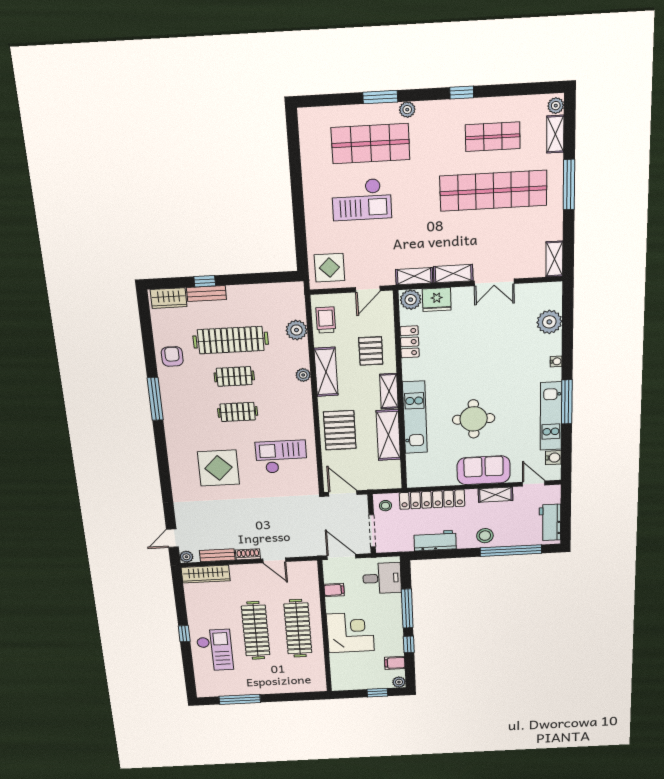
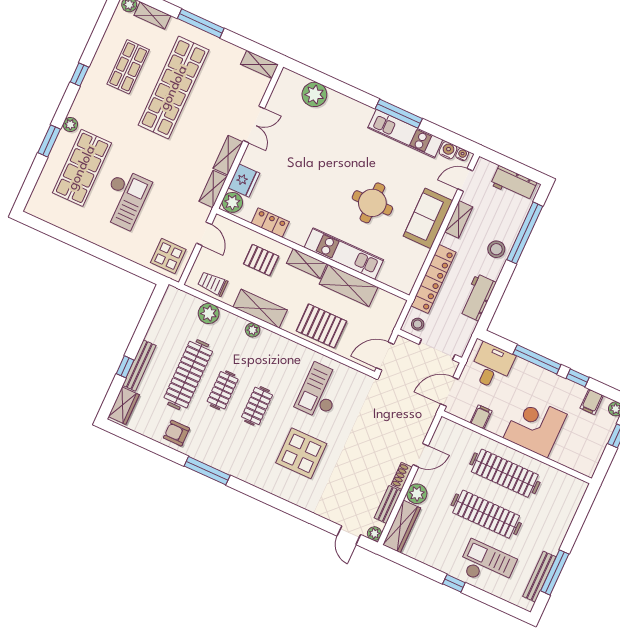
bench: (206, 294) -> (139, 365), width x1.36
water cooler: (556, 361) -> (462, 154), moved
plant: (240, 573) -> (417, 494), added
bench: (229, 691) -> (539, 577), added

